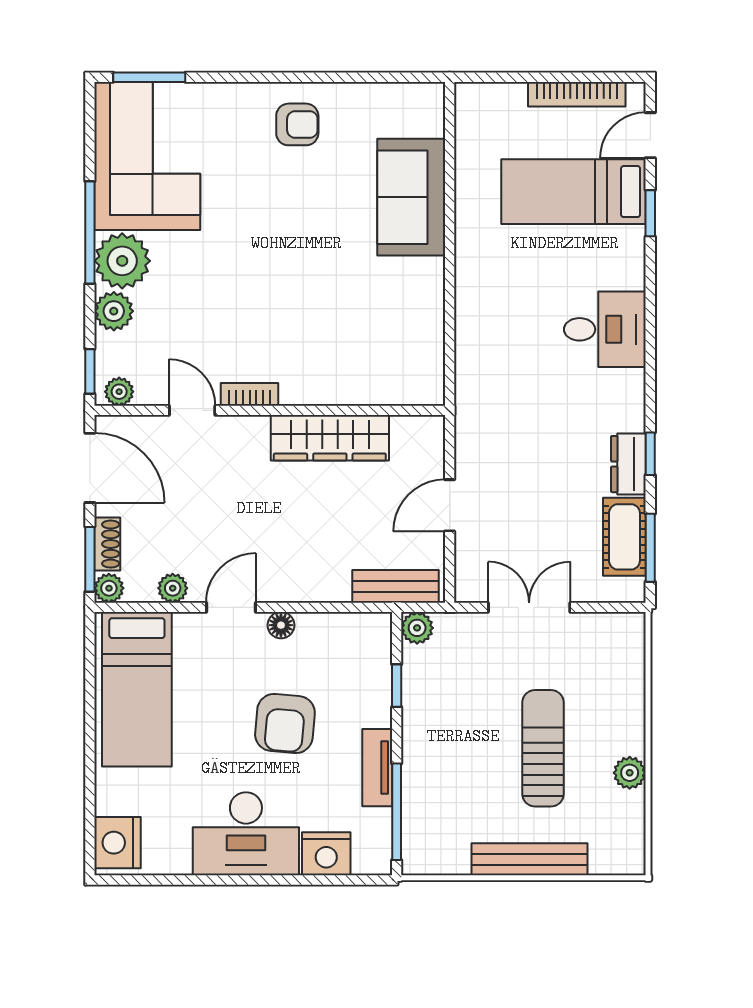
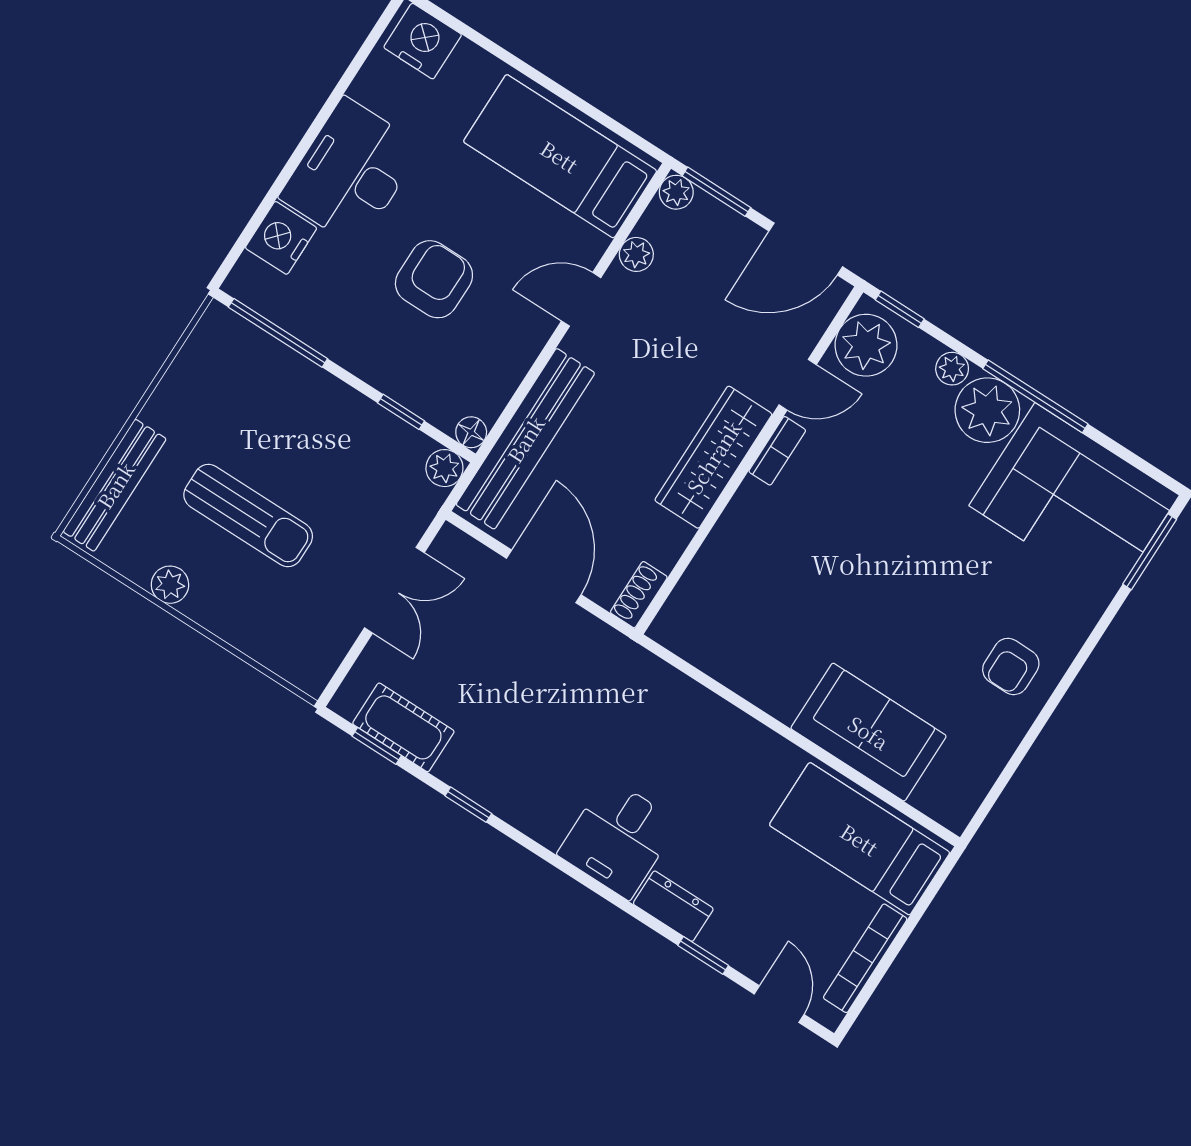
bed: (574, 192) -> (860, 839), moved, turned -90
plant: (114, 311) -> (952, 369), width x0.73, depth x0.73
plant: (119, 392) -> (866, 345), width x1.88, depth x1.88
wardrobe: (330, 438) -> (713, 457), moved
dresser: (628, 464) -> (673, 906), moved
door: (450, 505) -> (544, 576), width x1.38
shoe rack: (107, 544) -> (639, 595), moved, turned 90
window: (650, 548) -> (377, 746), width x0.67
bench: (395, 586) -> (525, 439), width x1.86, depth x1.21
door: (231, 607) -> (581, 299), swing flipped
floor lamp: (281, 625) -> (471, 432), moved
armchair: (285, 723) -> (434, 279), turned 85
tv unit: (377, 768) -> (333, 342), removed
bench: (530, 859) -> (115, 485), moved

